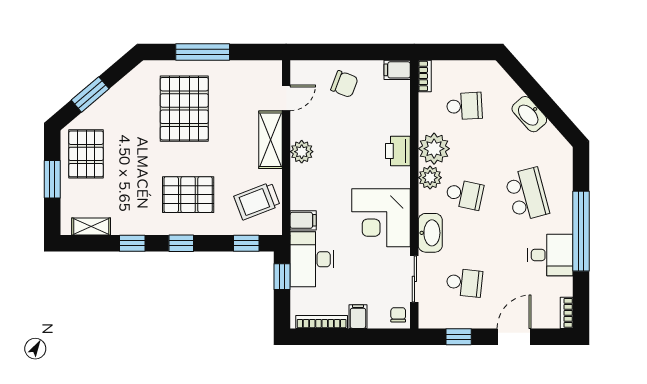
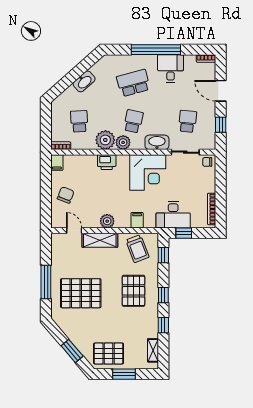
filing cabinet: (303, 220) -> (137, 220), moved
filing cabinet: (358, 317) -> (208, 187), removed

